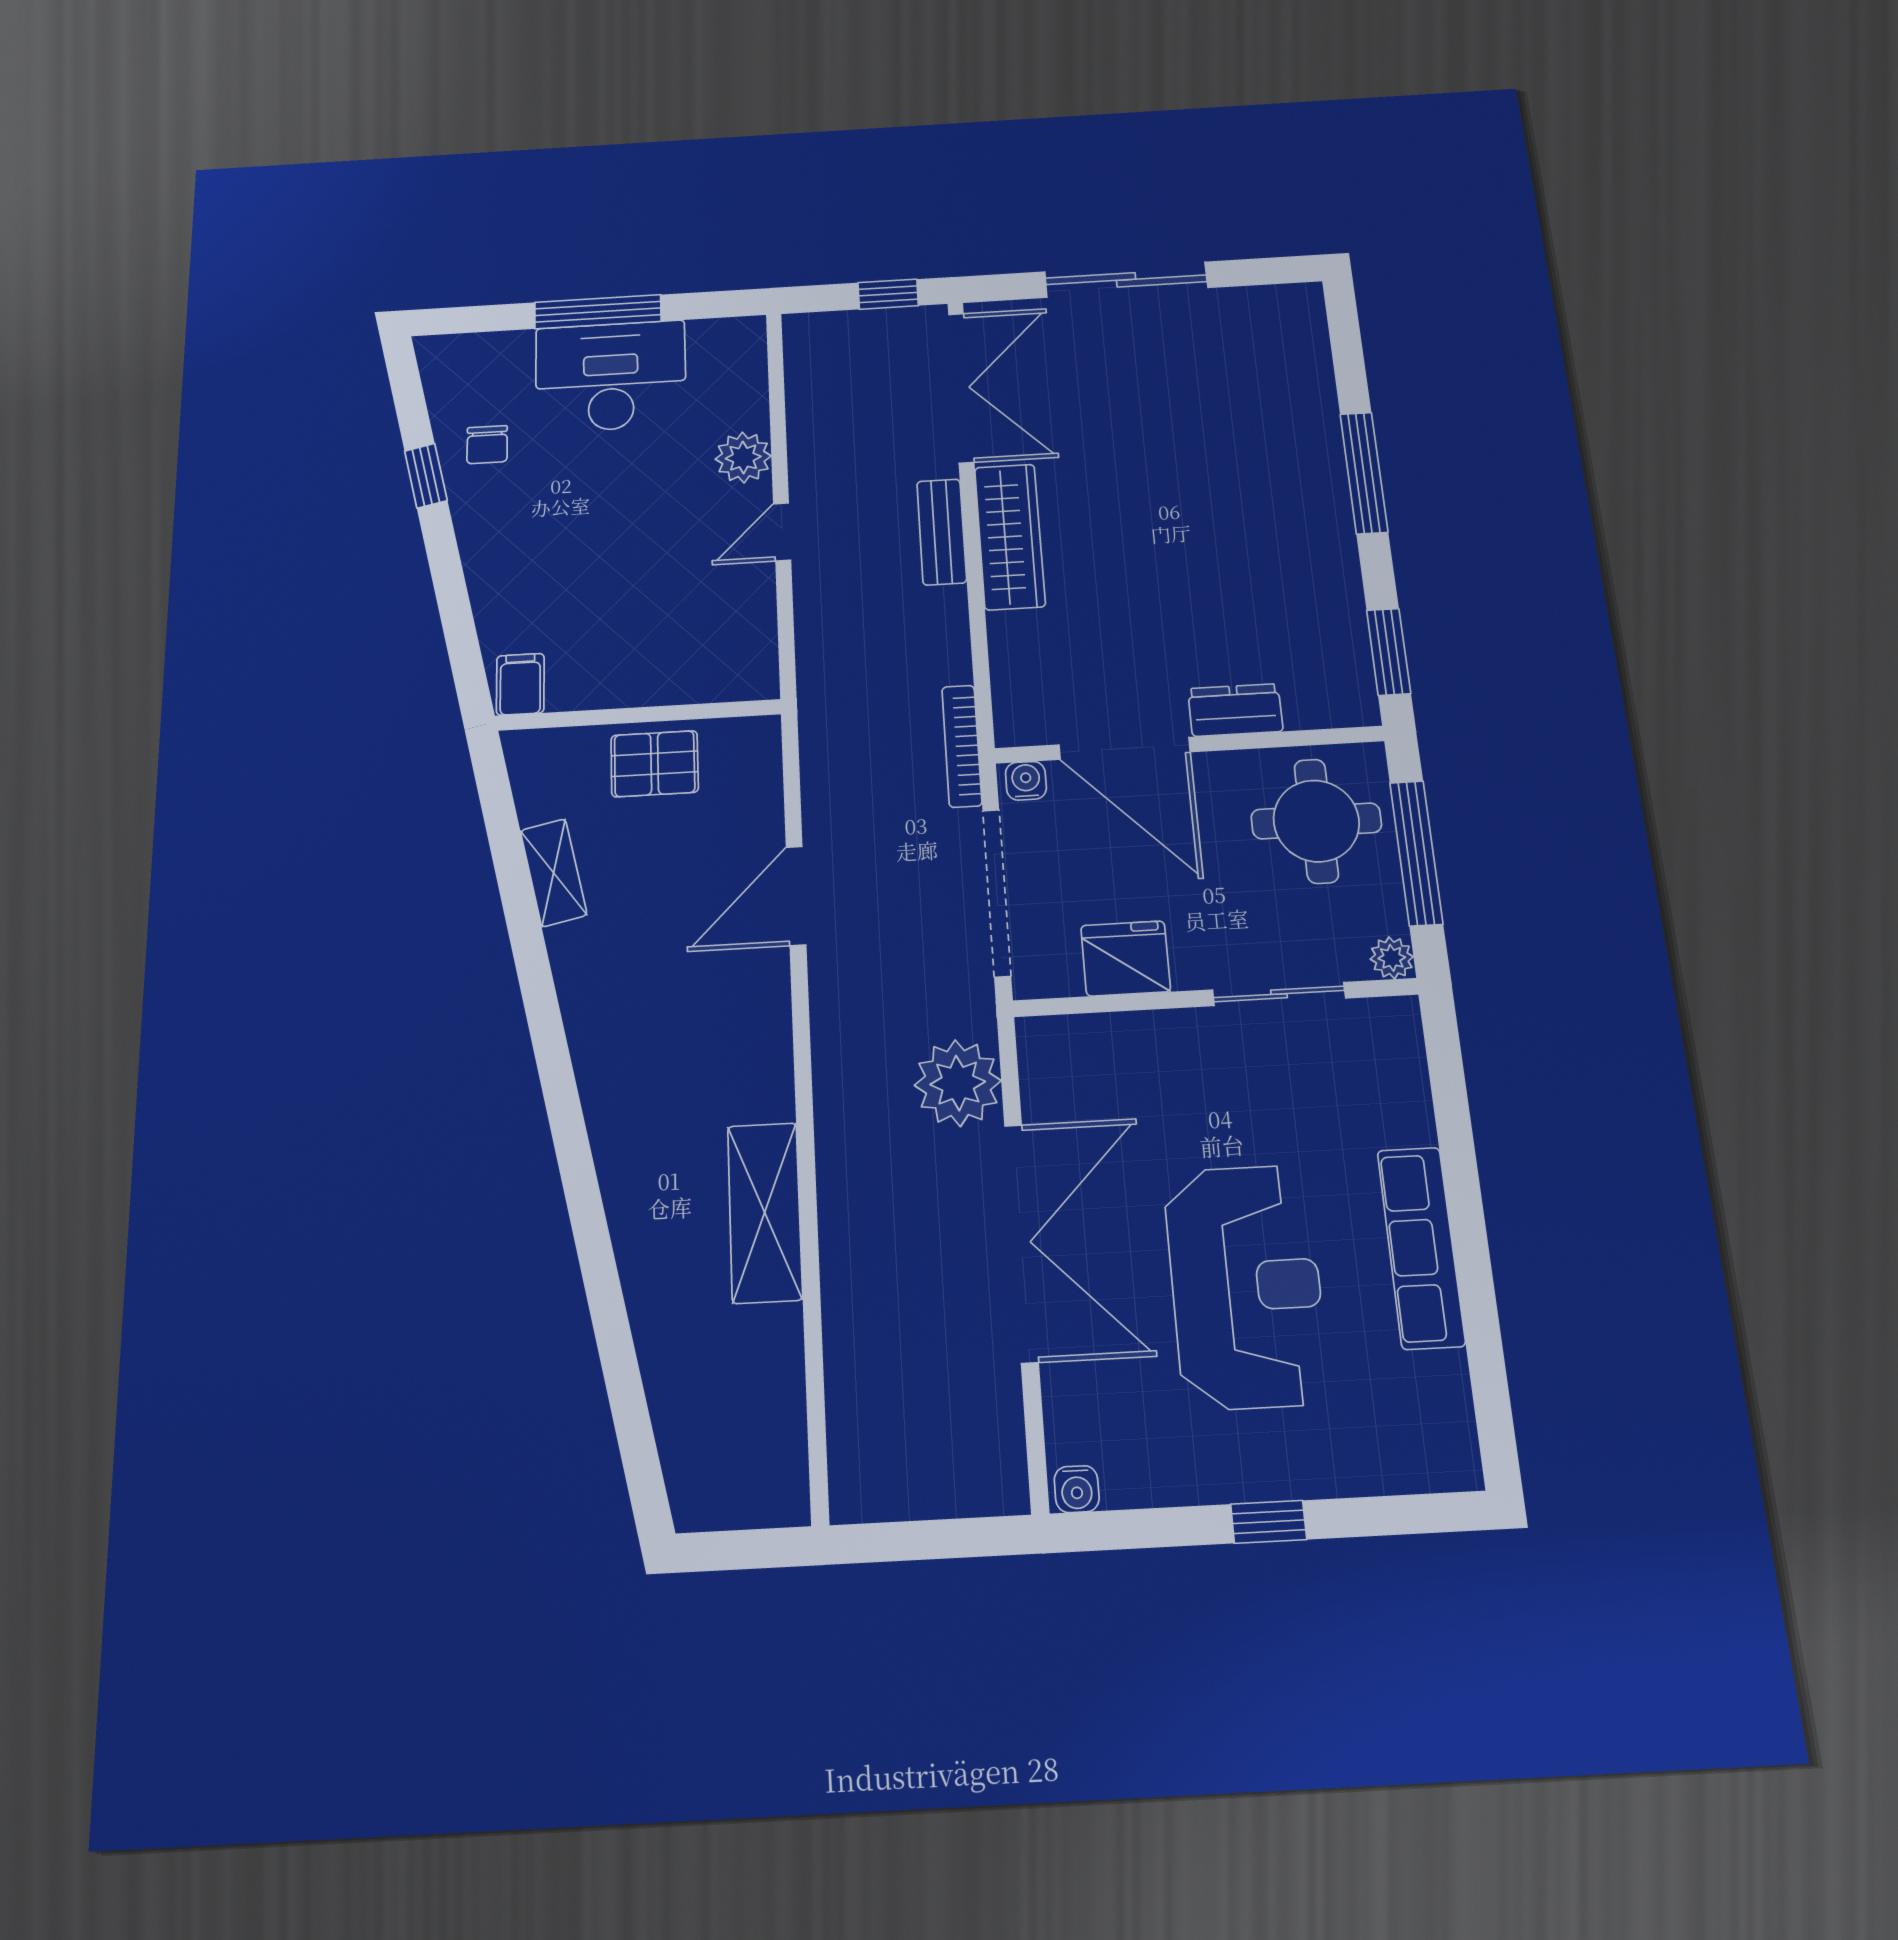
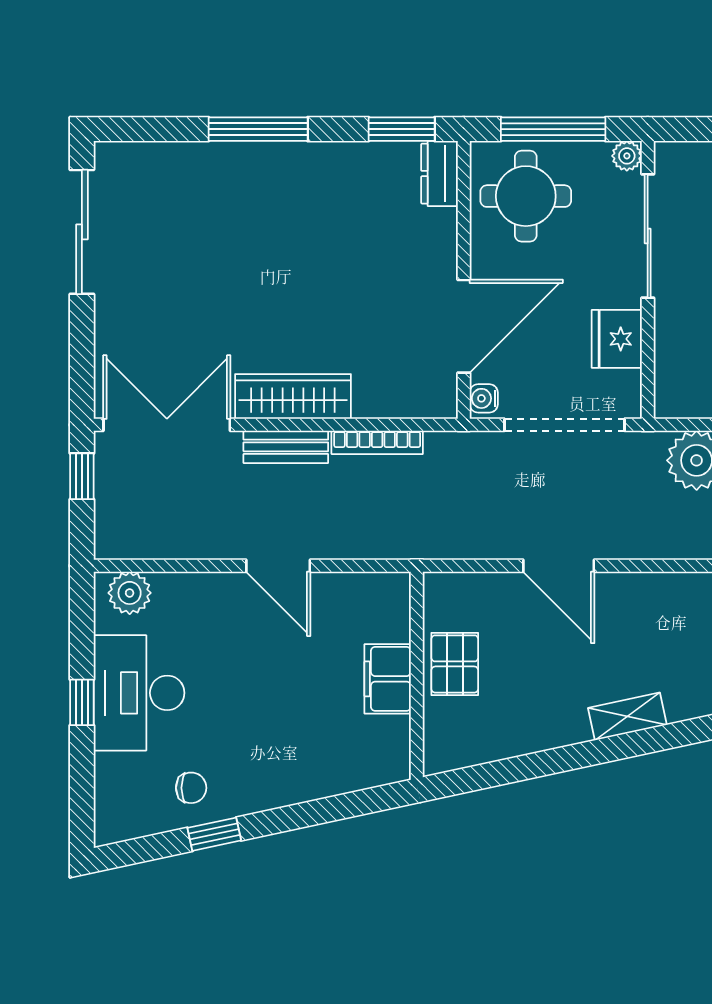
sliding door: (1126, 280) -> (82, 232), moved
window: (598, 312) -> (82, 702), width x0.46
plant: (743, 457) -> (130, 593), moved
door: (782, 532) -> (278, 566), width x1.38
filing cabinet: (520, 684) -> (388, 679), moved, width x2.00
dresser: (1235, 710) -> (439, 174), moved
bookcase: (962, 746) -> (377, 442), moved
shelving: (554, 873) -> (627, 716), moved
sliding door: (1279, 994) -> (648, 236), width x1.37

